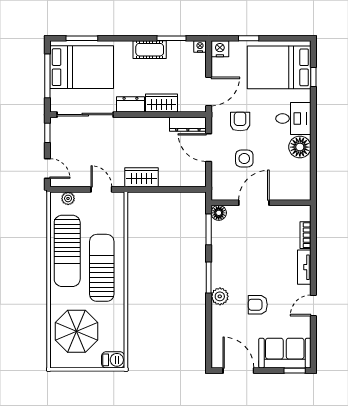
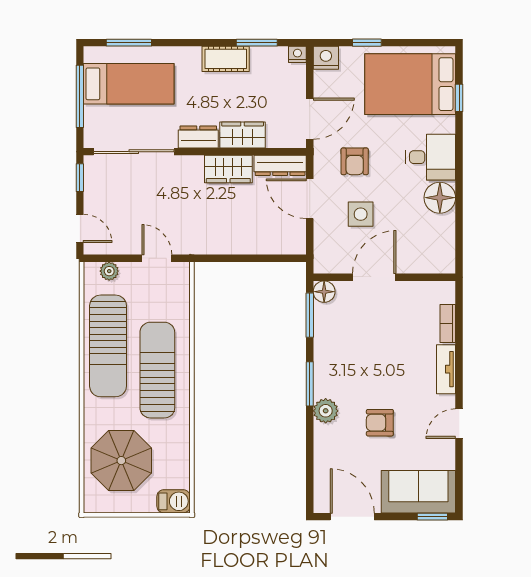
bed: (82, 67) -> (129, 84), width x0.67
armchair: (240, 121) -> (355, 161), turned 180
wardrobe: (142, 177) -> (228, 169), moved, turned 180

